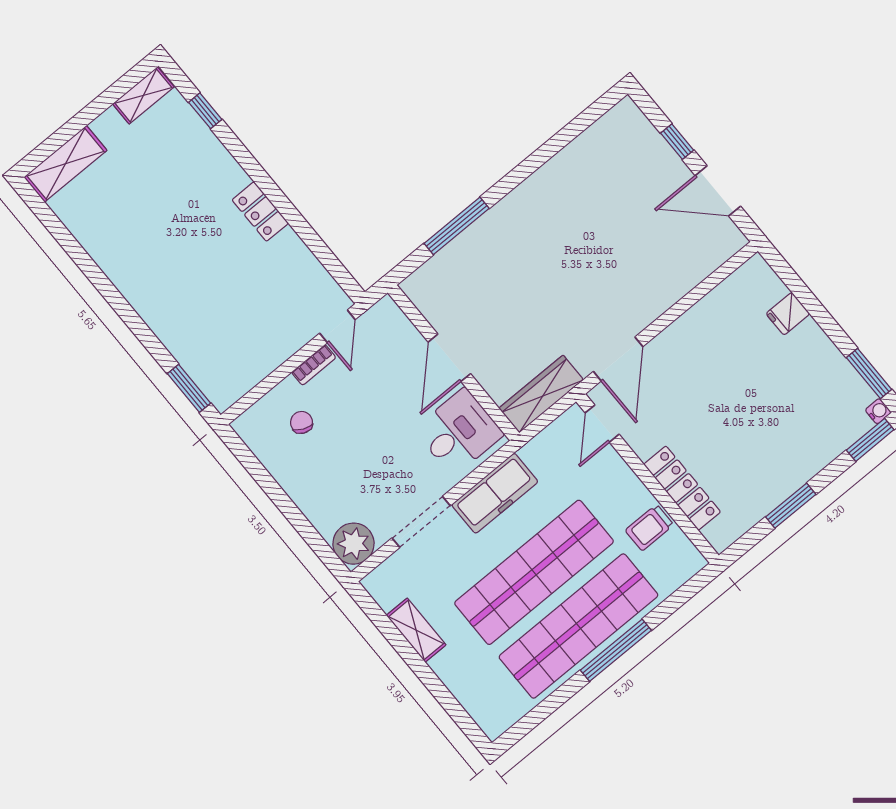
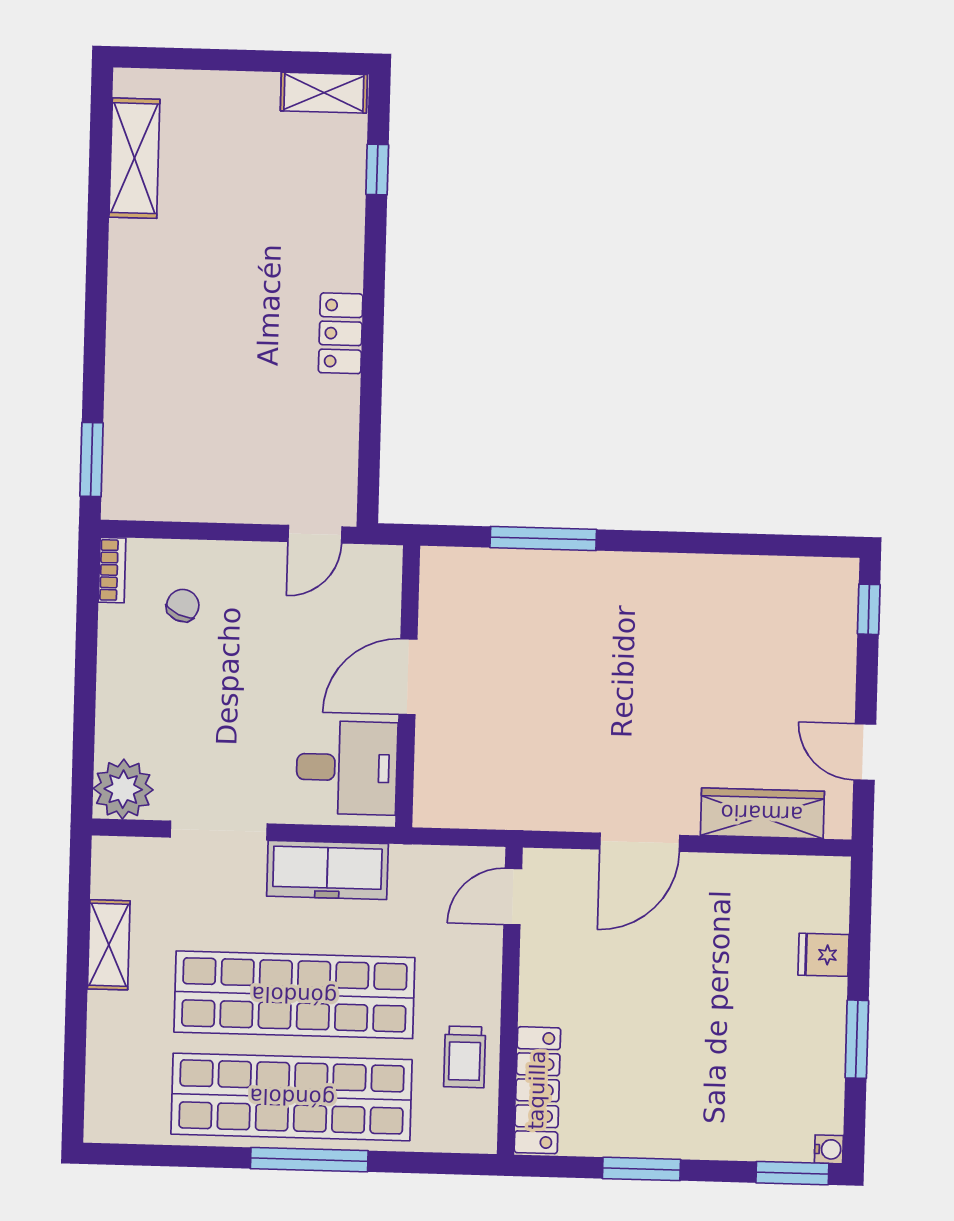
window: (677, 142) -> (869, 609), moved
shelving: (65, 164) -> (134, 158), moved, turned 90
door: (718, 191) -> (865, 752), width x0.73
door: (618, 359) -> (640, 842), moved
bookcase: (314, 365) -> (112, 570), moved, turned -90
window: (869, 374) -> (857, 1039), moved
wardrobe: (541, 394) -> (762, 813), moved
locker: (682, 488) -> (537, 1090), moved
trolley: (649, 528) -> (465, 1057), turned -90

